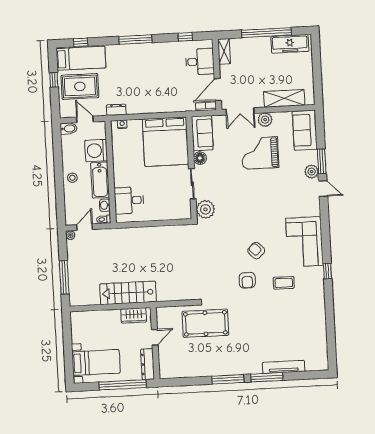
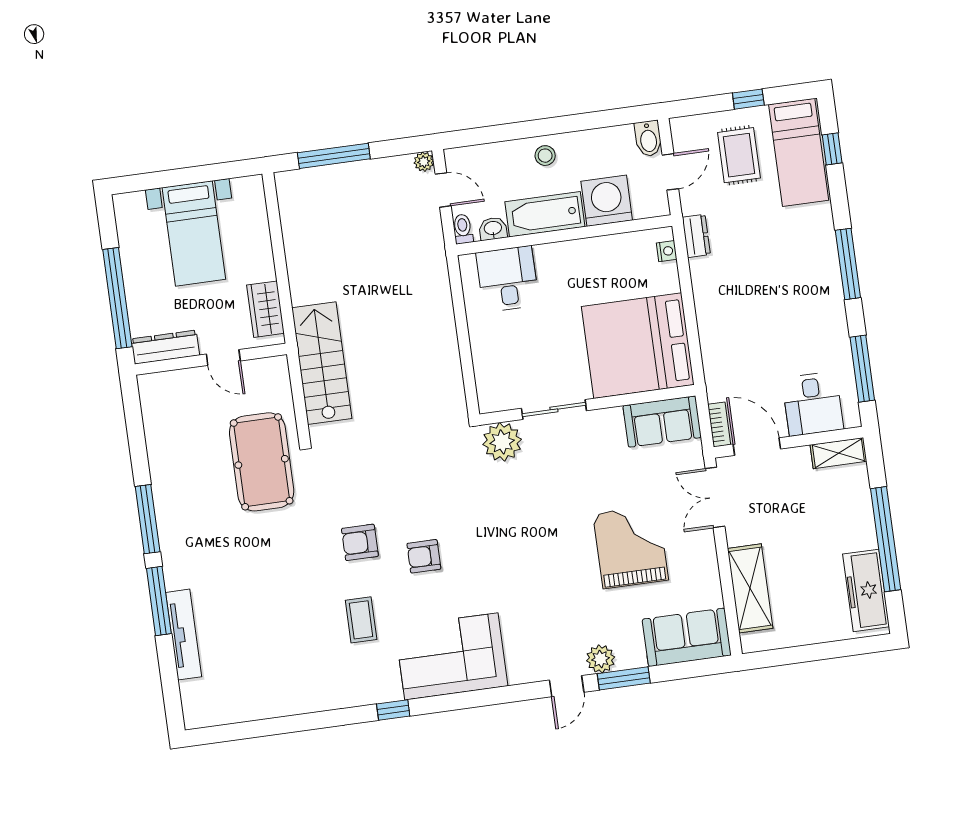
window: (185, 37) -> (862, 369), width x2.17
rug: (80, 86) -> (739, 155), width x0.73, depth x0.70
plant: (265, 120) -> (702, 552), removed
floor lamp: (200, 158) -> (609, 421), removed
armchair: (256, 251) -> (424, 556), turned -136
stairs: (128, 293) -> (322, 363), moved
bed with nightstands: (96, 362) -> (194, 233), moved

